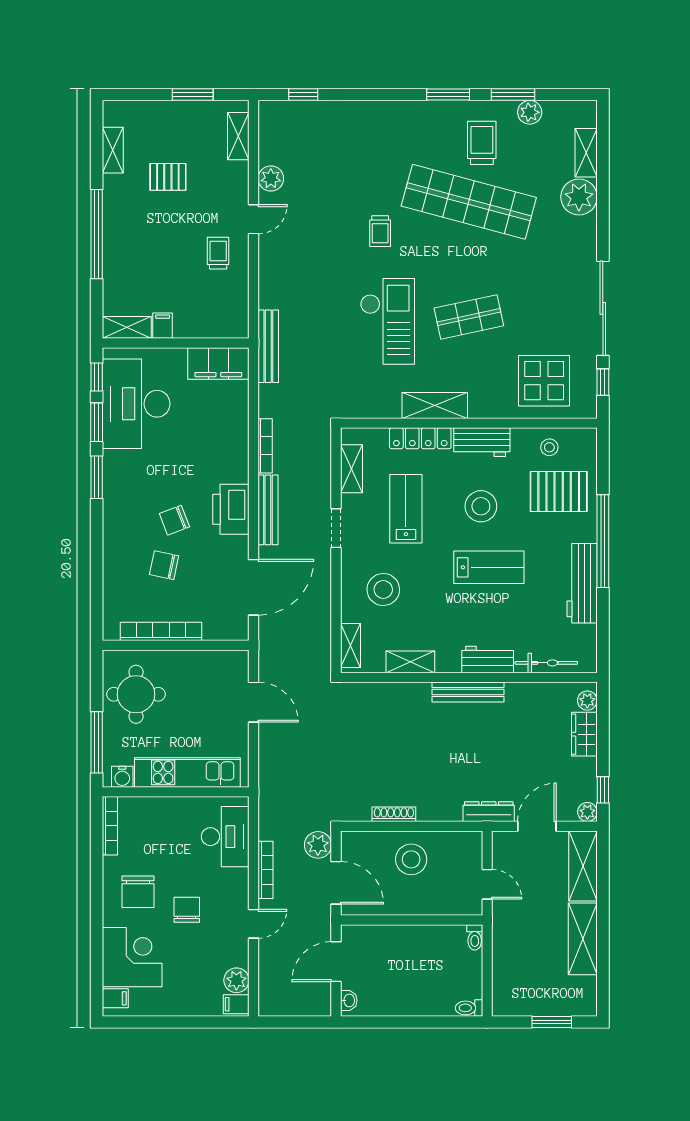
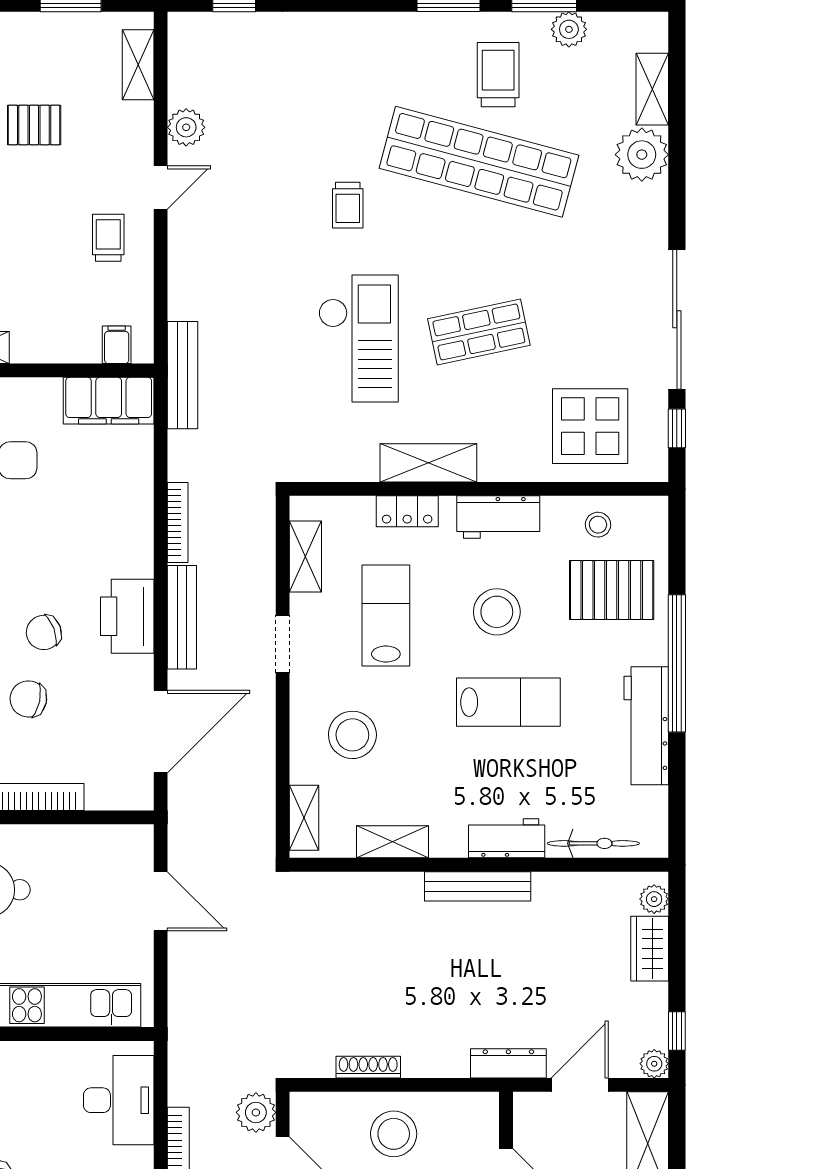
filing cabinet: (163, 326) -> (117, 345), moved
locker: (420, 438) -> (407, 511), width x0.66

